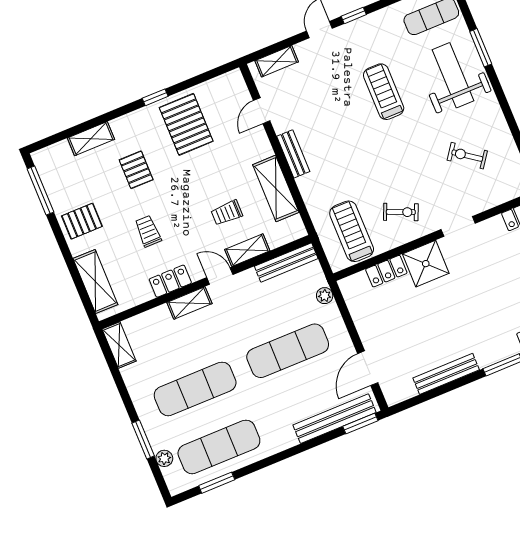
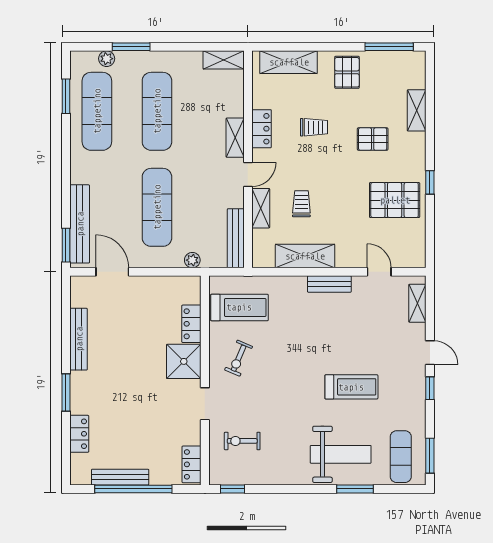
exercise bike: (467, 156) -> (242, 441), moved, turned -126

